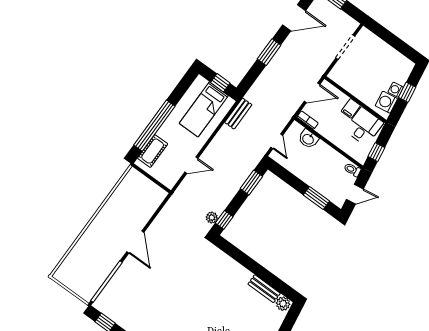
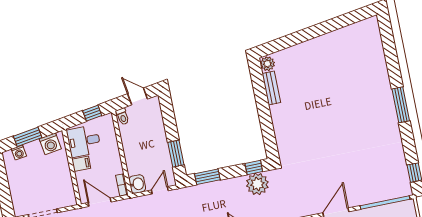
washing machine: (396, 90) -> (19, 153), moved
window: (407, 92) -> (28, 137), width x1.50
washbasin: (308, 139) -> (137, 184), moved
window: (316, 198) -> (176, 154), moved
plant: (212, 218) -> (257, 184), width x1.88, depth x1.88

